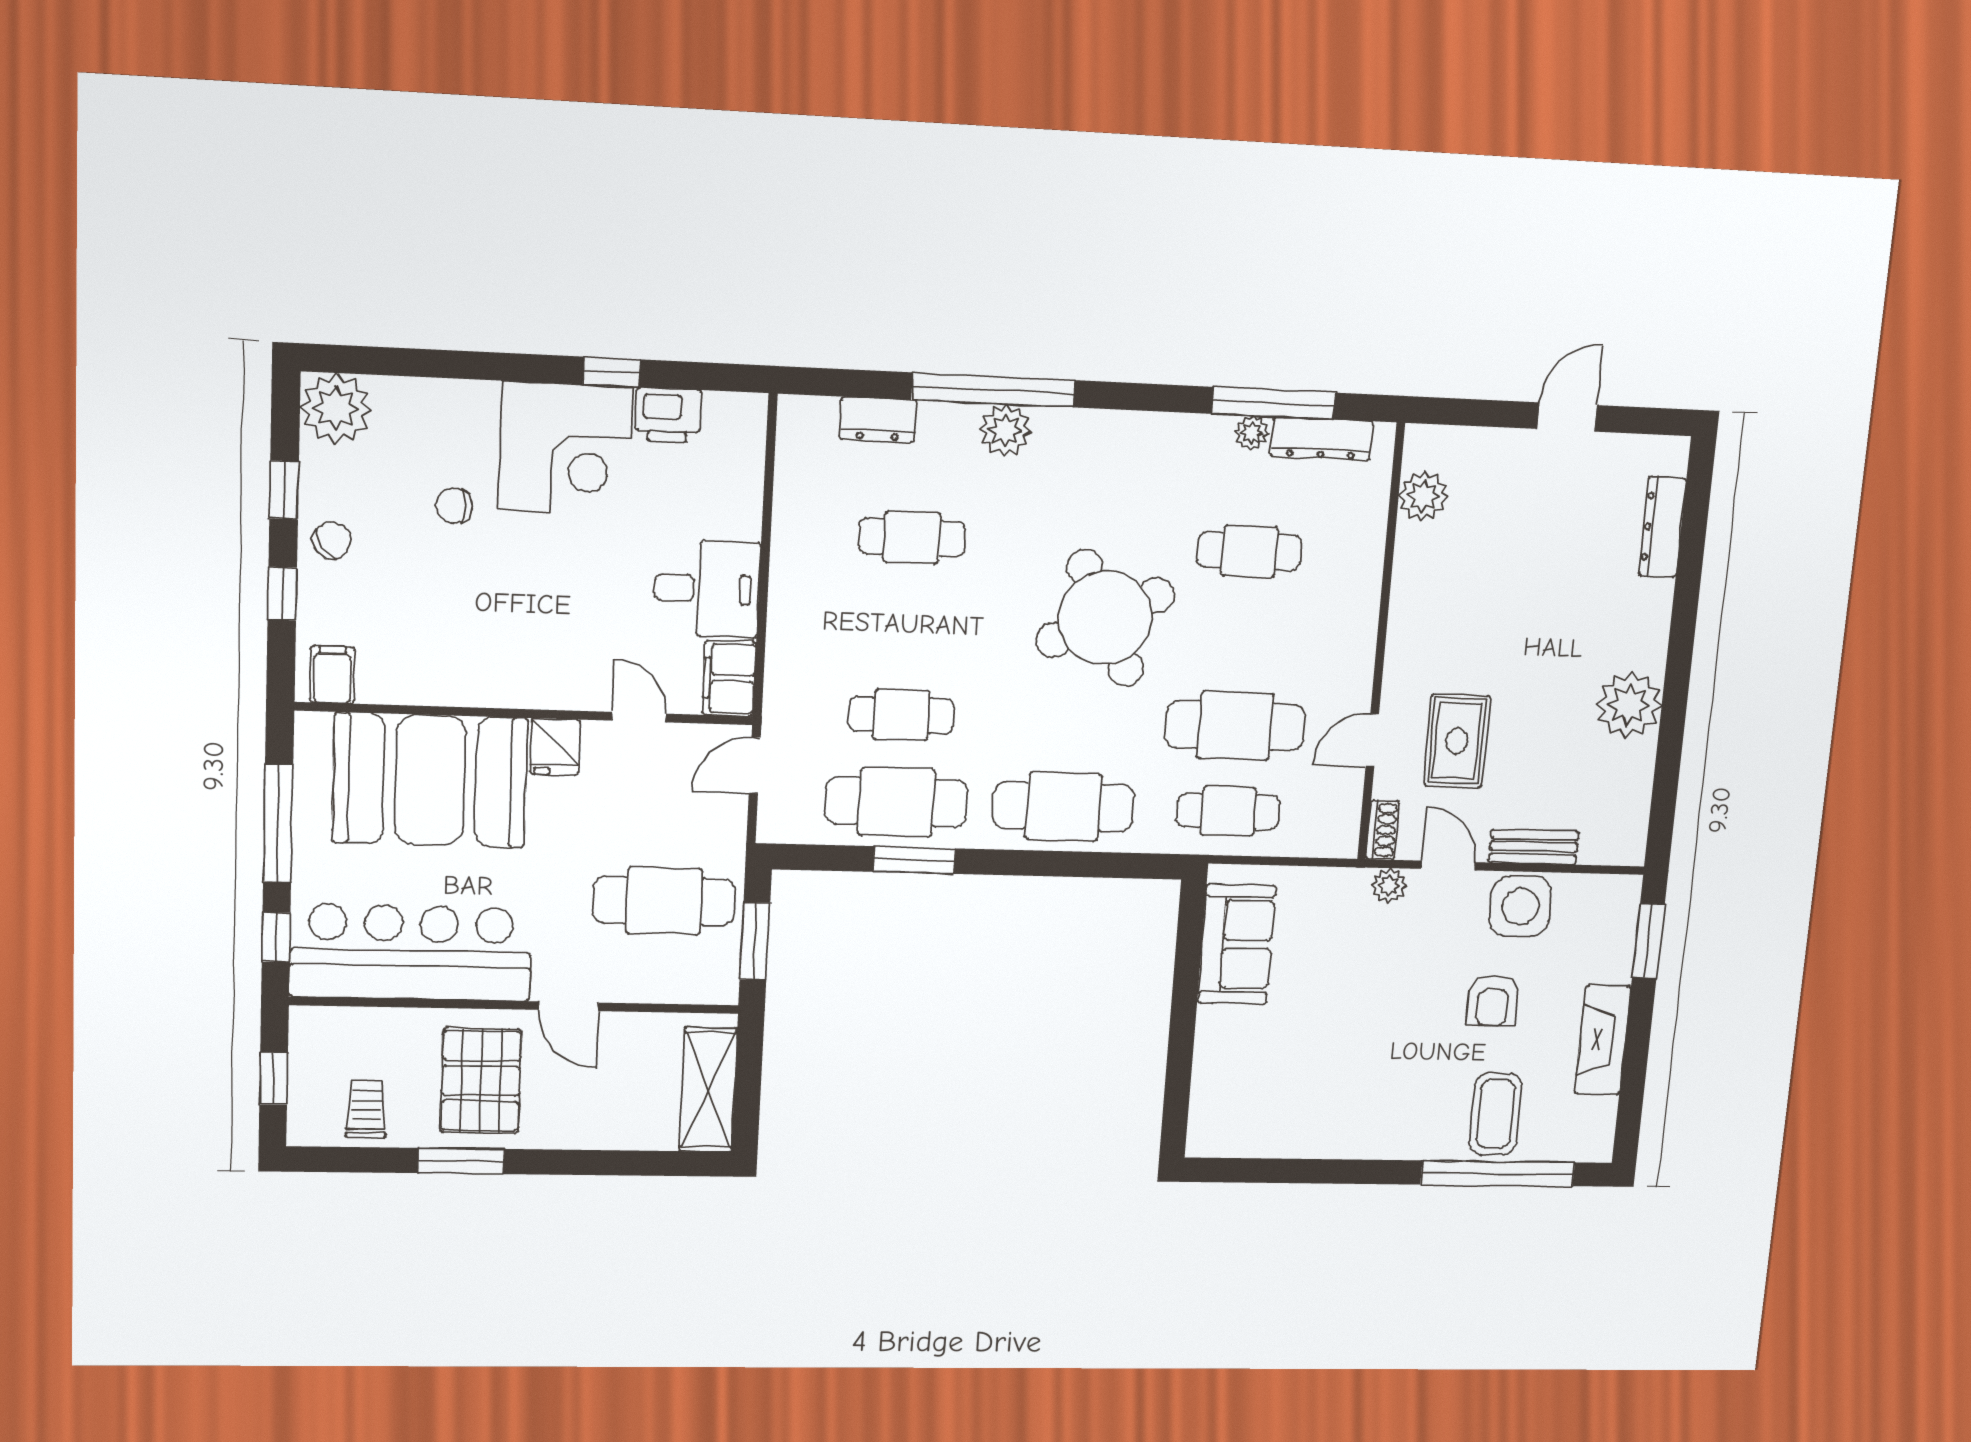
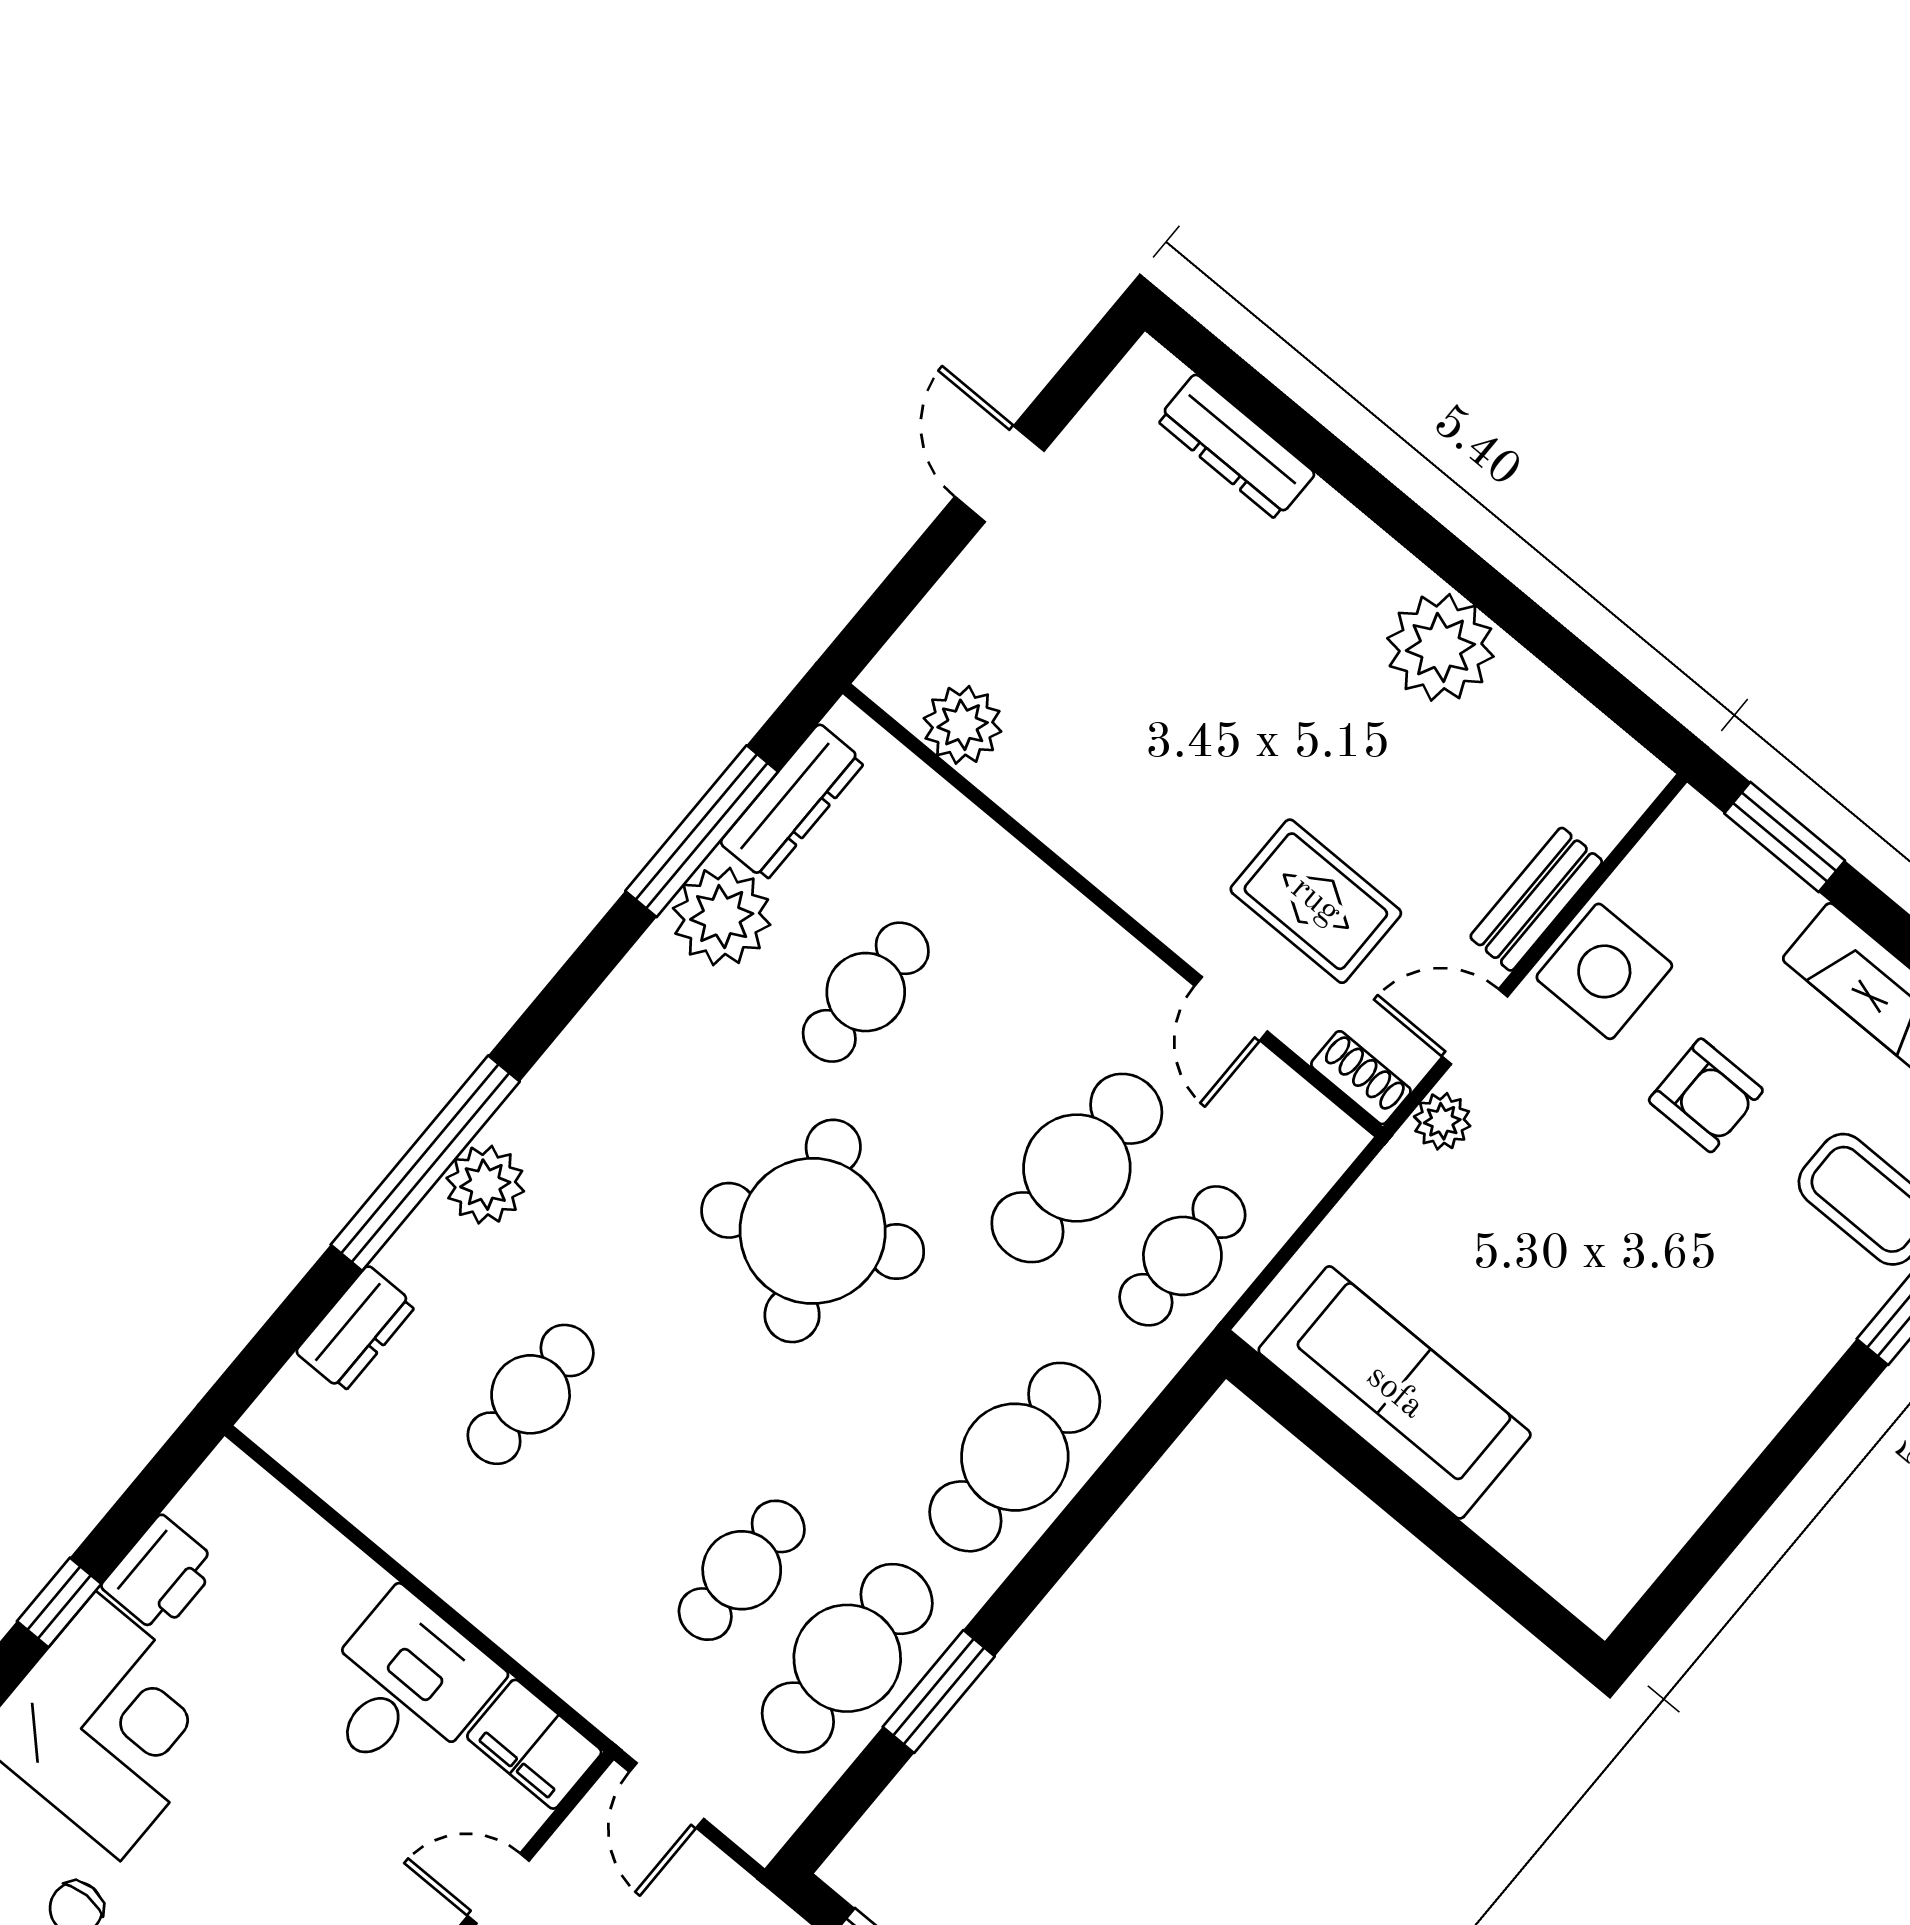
plant: (1252, 433) -> (722, 917), width x1.88, depth x1.88
sofa: (1237, 944) -> (1395, 1392), width x1.36

